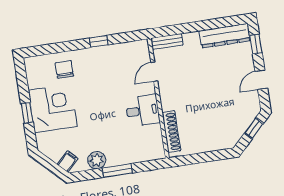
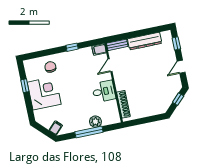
dresser: (225, 36) -> (145, 41), moved
filing cabinet: (139, 47) -> (99, 50), added
window: (27, 113) -> (25, 86), moved
plant: (97, 160) -> (95, 122), moved
window: (117, 171) -> (89, 132), width x1.44

